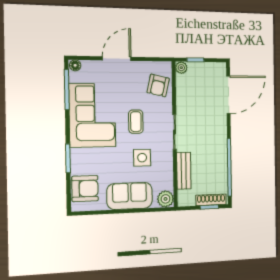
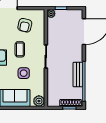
armchair: (158, 85) -> (25, 25), moved
bench: (184, 171) -> (78, 75), moved

